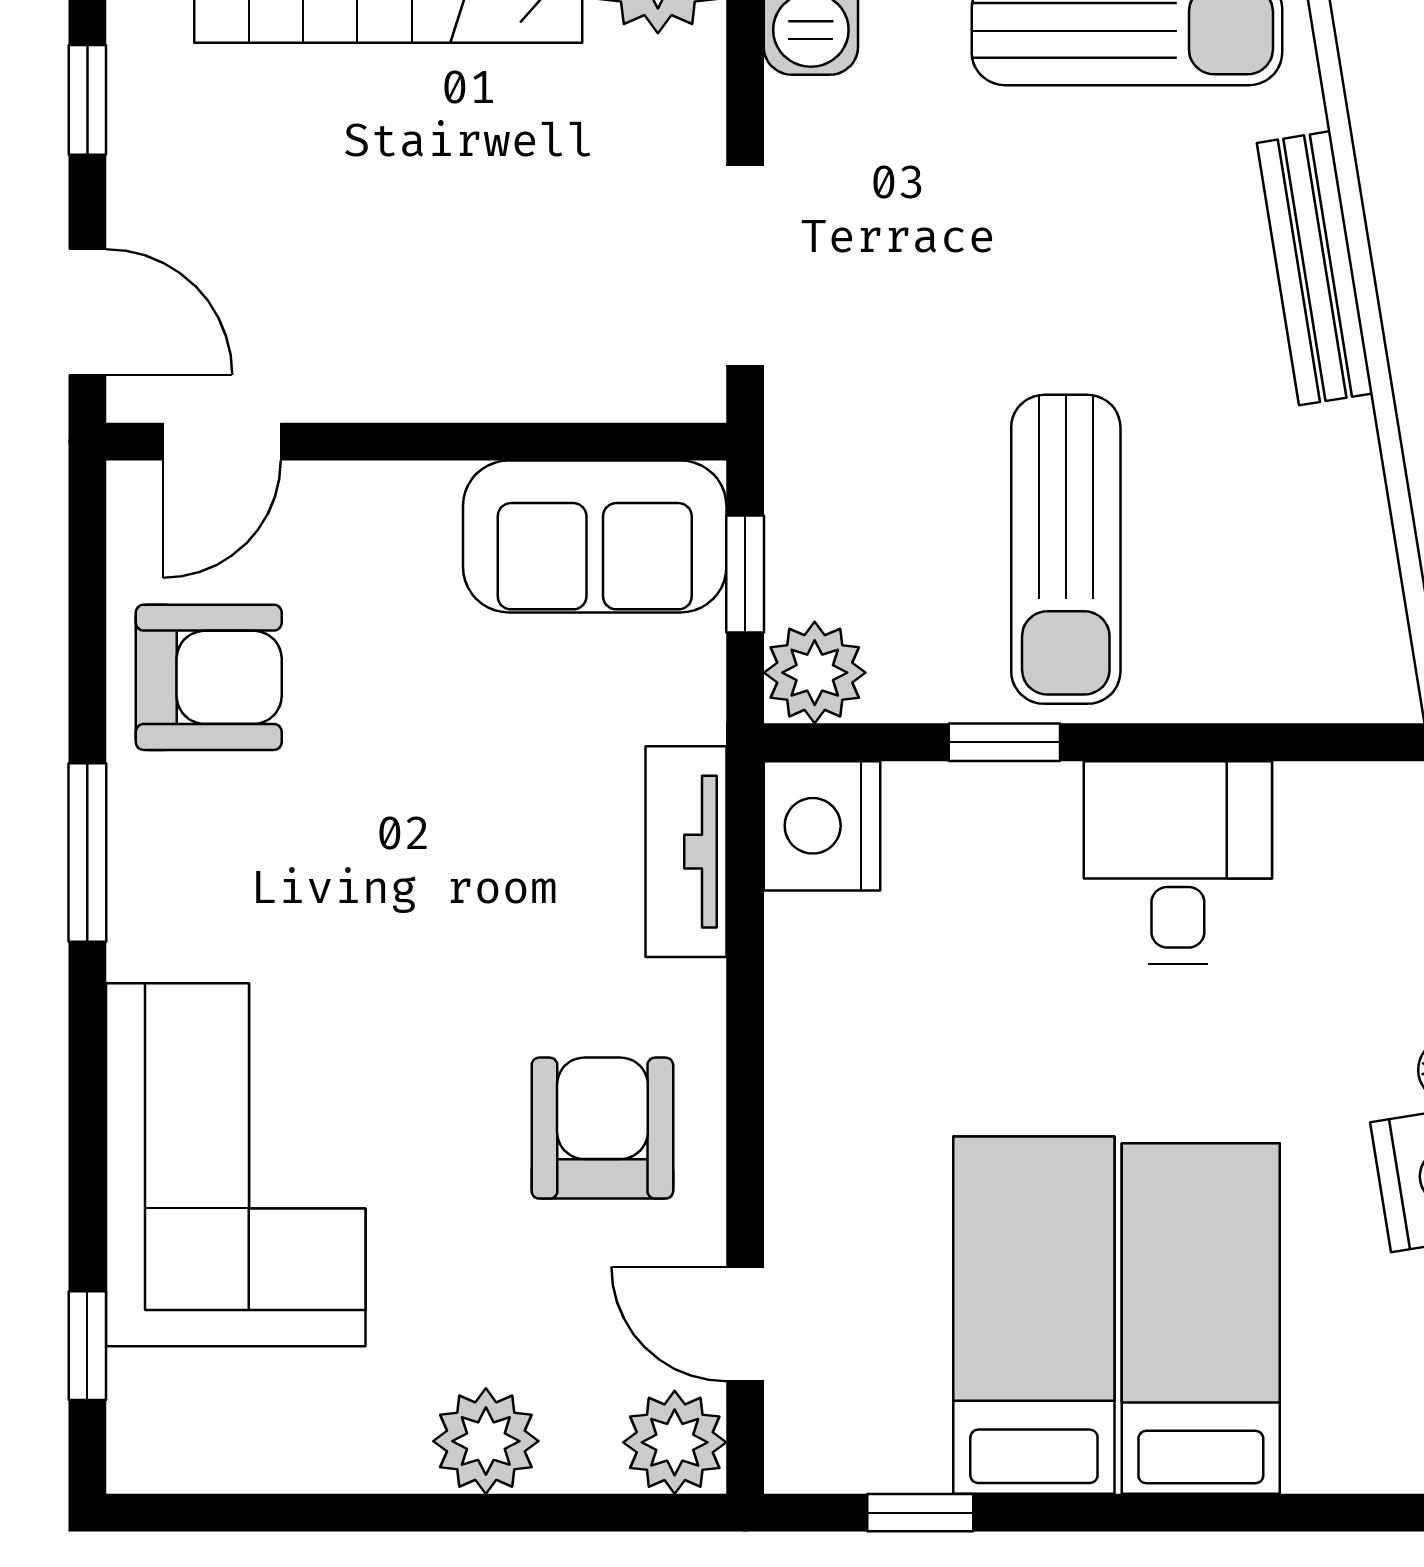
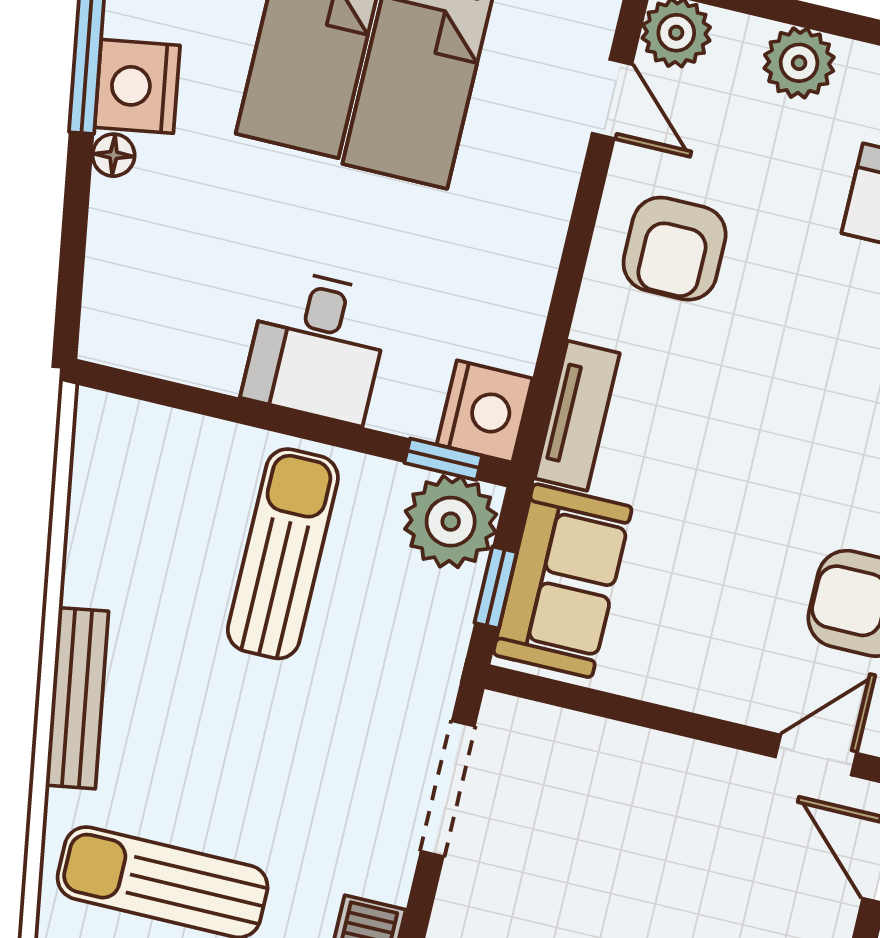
sofa: (595, 536) -> (563, 581), moved, turned 90
plant: (815, 673) -> (451, 522), width x1.36, depth x1.36
window: (1004, 742) -> (443, 459), moved
desk: (1178, 862) -> (317, 346), moved

